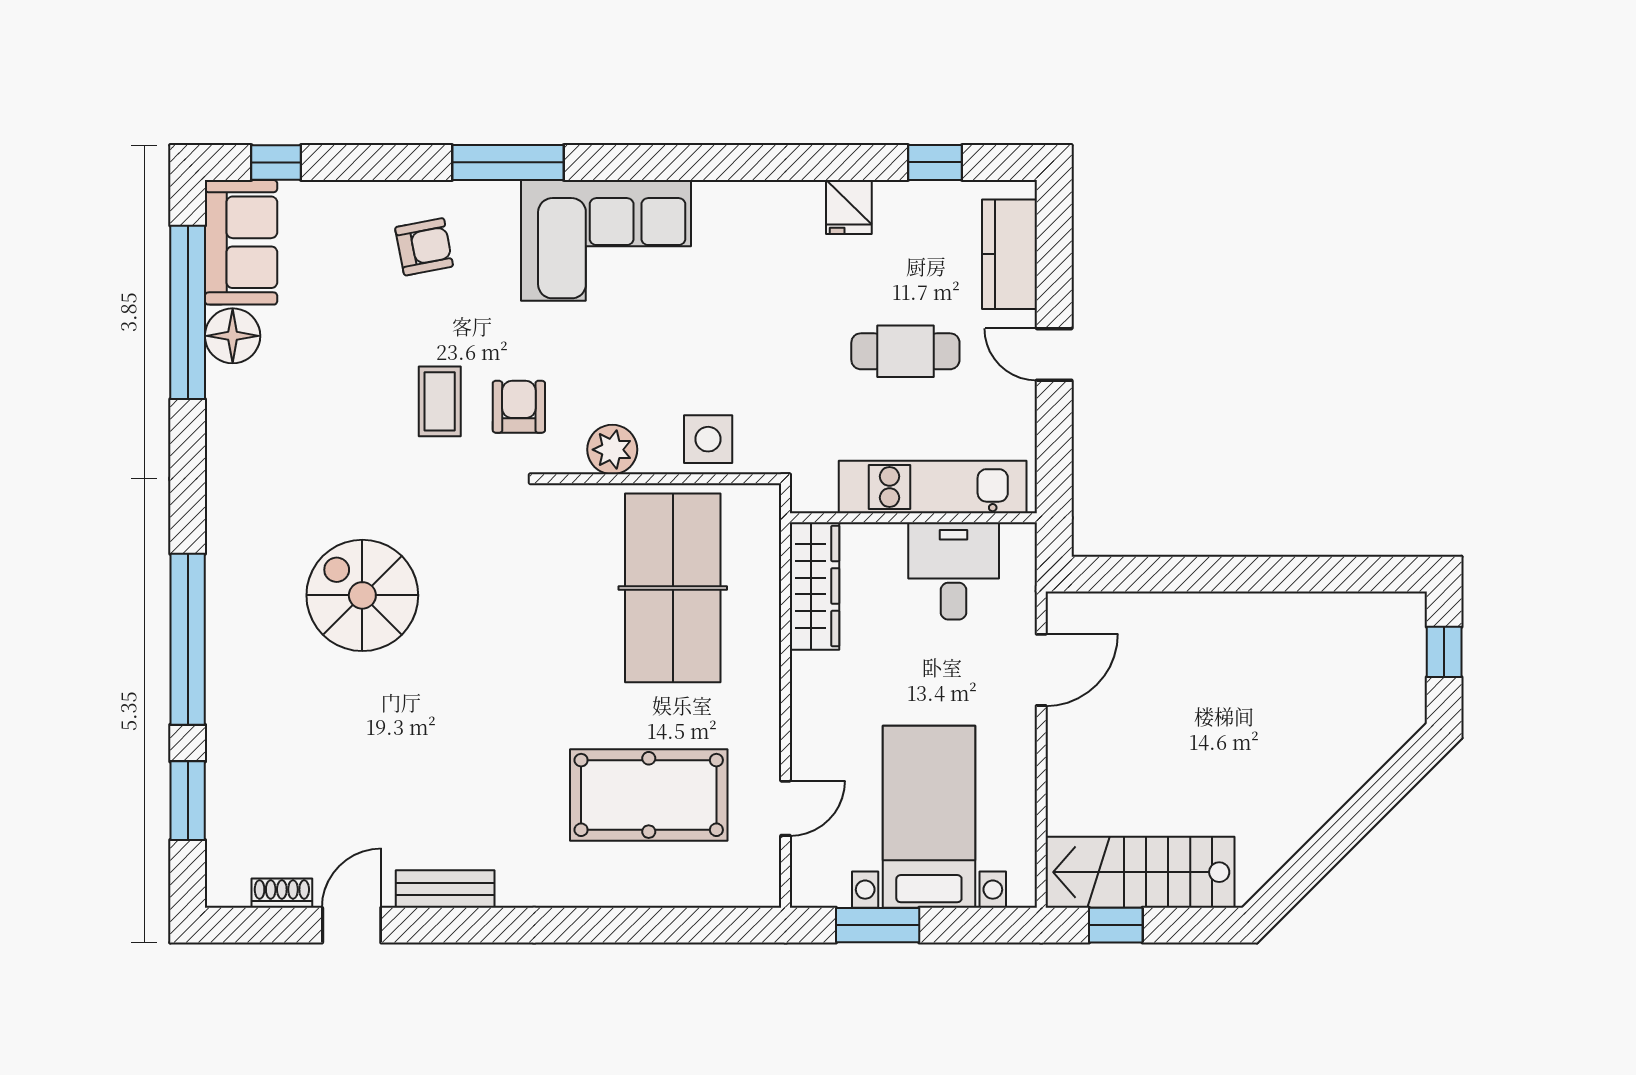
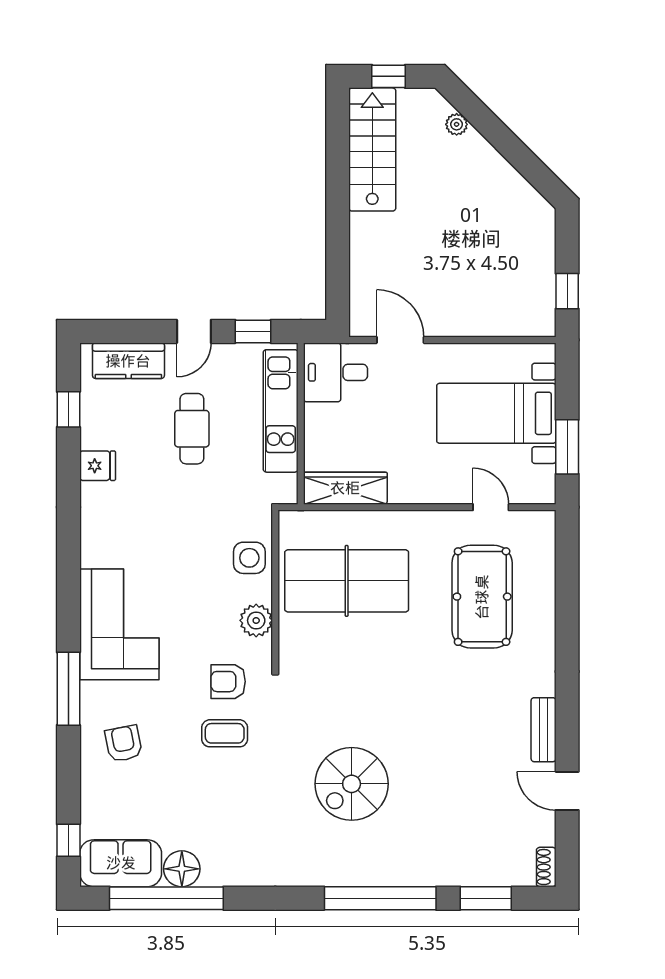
window: (1054, 445) -> (253, 331), added
desk: (954, 571) -> (336, 372), moved
plant: (1371, 756) -> (457, 124), added
stairs: (1140, 872) -> (372, 149), moved, turned 180
shoe rack: (282, 893) -> (546, 867), moved

